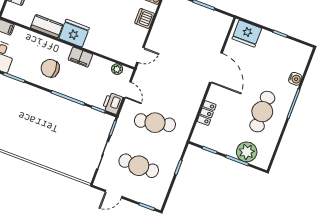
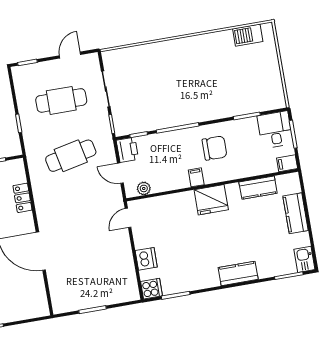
kitchen counter: (47, 26) -> (258, 188), moved
fridge: (247, 34) -> (29, 306), removed
filing cabinet: (80, 57) -> (196, 177), width x0.50

